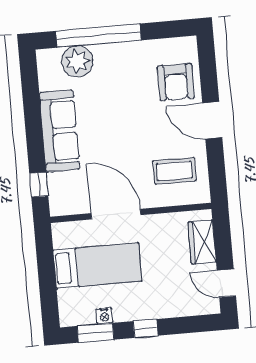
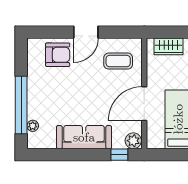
plant: (77, 61) -> (33, 126), width x0.53, depth x0.53
coffee table: (174, 171) -> (118, 61), turned 90
plant: (61, 203) -> (133, 141), added

